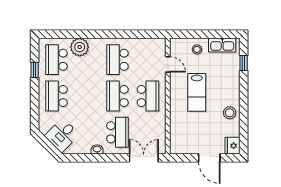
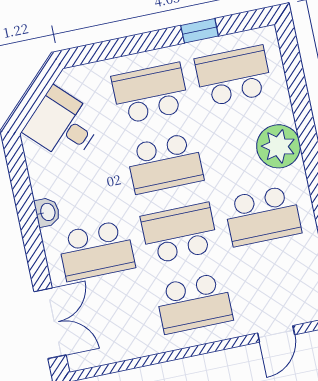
plant: (80, 47) -> (278, 146), moved
school desk: (117, 60) -> (263, 216), turned 180
school desk: (87, 96) -> (165, 163), added

